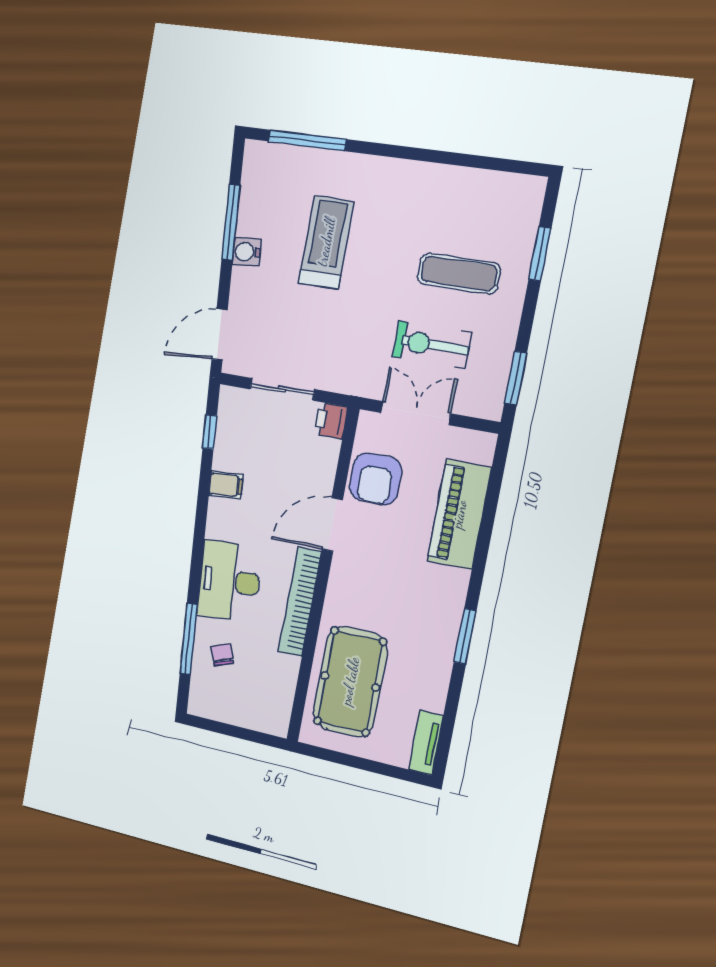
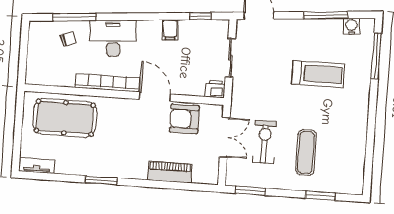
water cooler: (247, 252) -> (351, 26), moved
piano: (459, 514) -> (170, 172), width x0.73, depth x0.75

